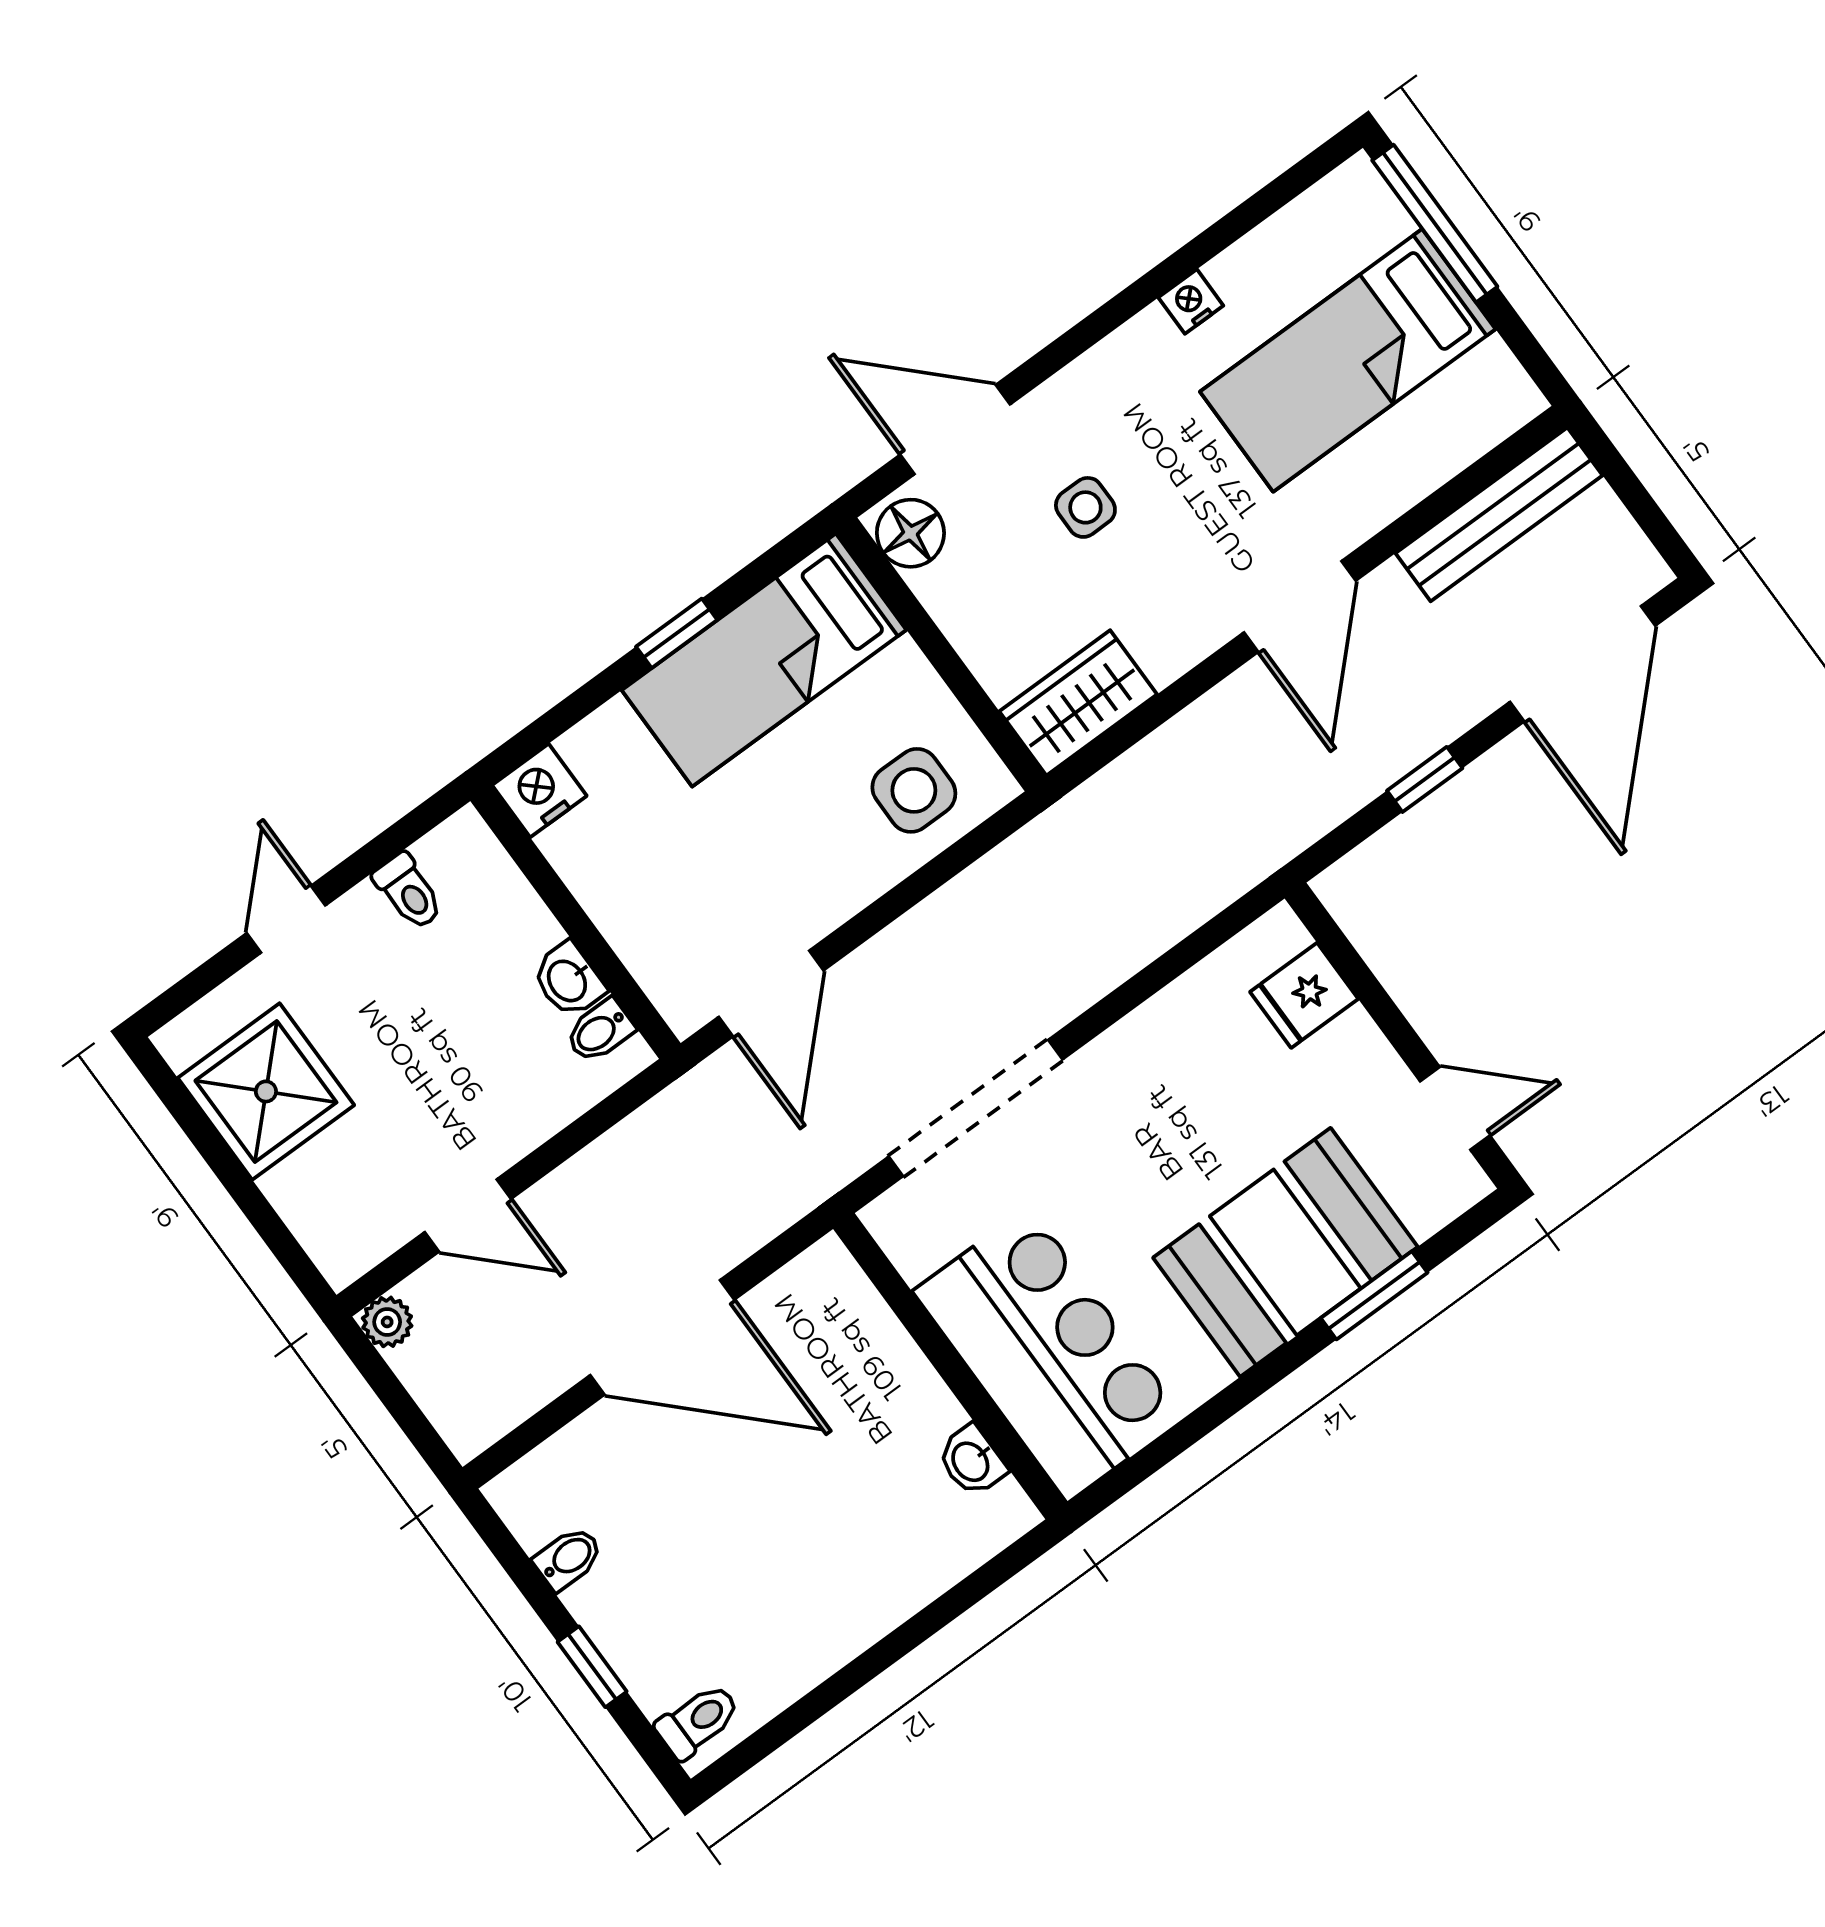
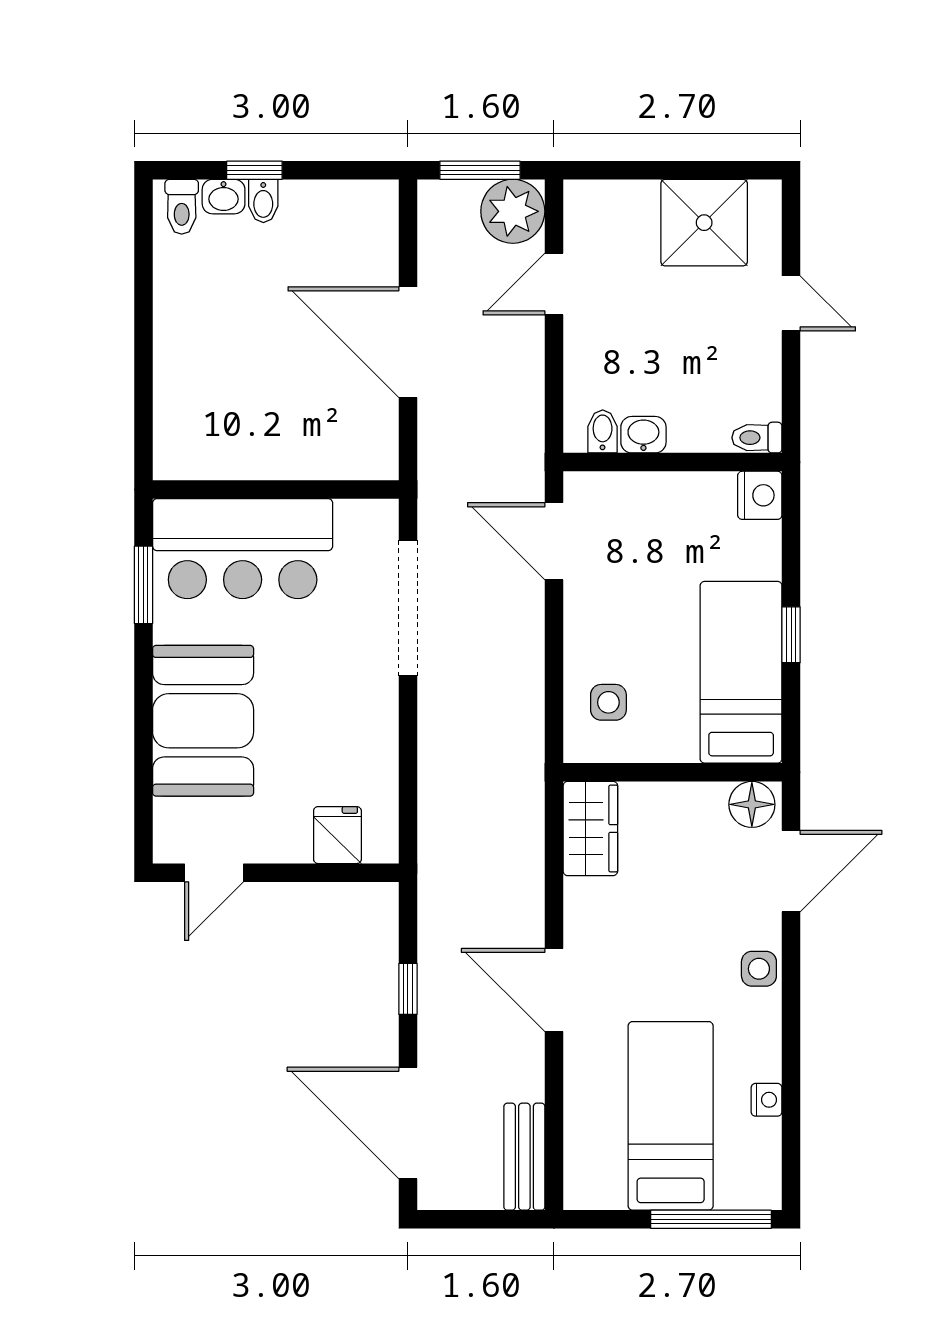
nightstand: (1191, 302) -> (767, 1100), moved
side table: (1085, 507) -> (759, 969), moved
bench: (1499, 514) -> (524, 1157), width x0.73
side table: (914, 790) -> (608, 702), width x0.73, depth x0.73
toilet: (409, 891) -> (757, 438), moved
window: (1374, 1295) -> (143, 585), moved
plant: (387, 1322) -> (513, 211), width x1.87, depth x1.87
door: (662, 1337) -> (408, 342), hinge flipped
window: (398, 1401) -> (480, 170), added
washbasin: (972, 1461) -> (224, 197), moved, turned 180
bidet: (568, 1558) -> (263, 201), moved

